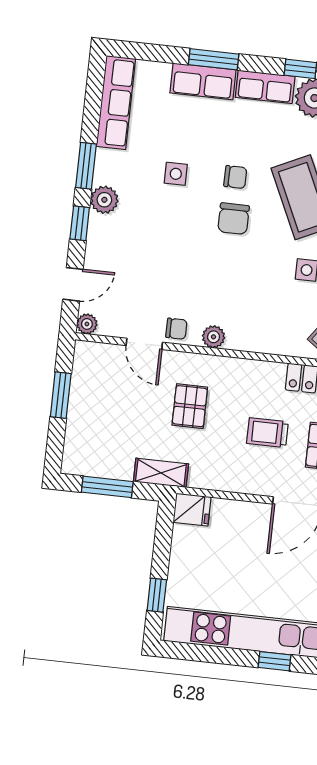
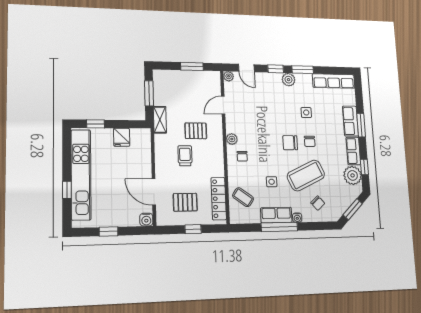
chair: (176, 329) -> (242, 156), moved
trolley: (267, 433) -> (185, 156), moved
fridge: (192, 510) -> (122, 137), moved

